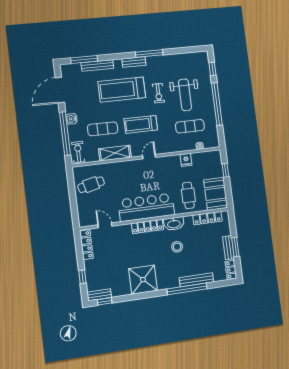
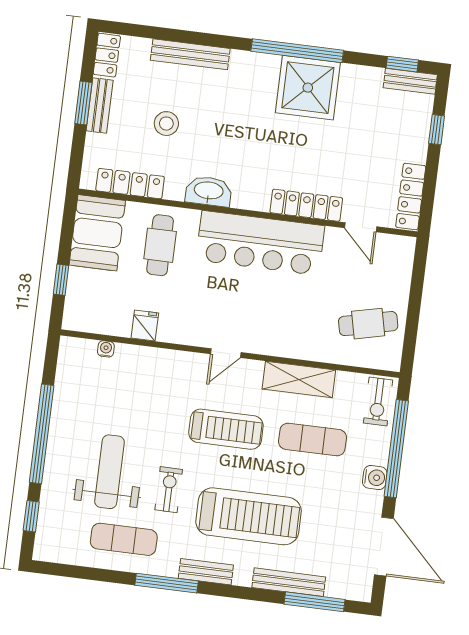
door: (60, 90) -> (384, 547), hinge flipped
exercise mat: (190, 126) -> (124, 539), moved
locker: (147, 227) -> (306, 205), moved
stool: (177, 247) -> (166, 124), moved
window: (187, 289) -> (297, 51), moved

